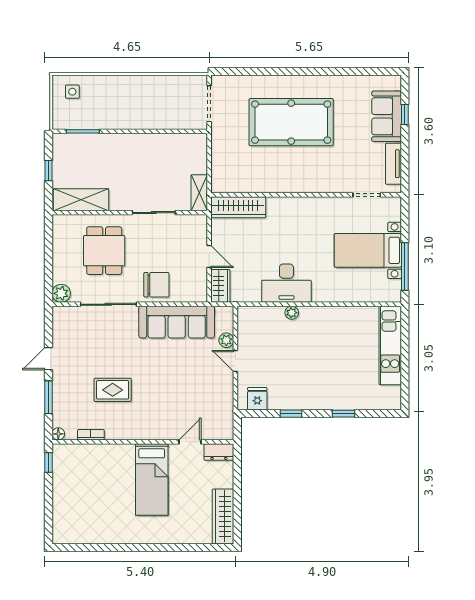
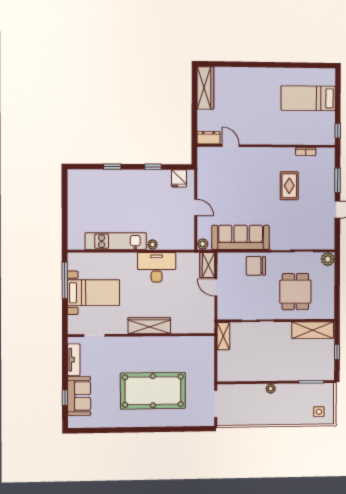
plant: (137, 123) -> (271, 389), added
wardrobe: (238, 207) -> (149, 326), moved
plant: (226, 340) -> (203, 244), moved
kitchen unit: (390, 345) -> (116, 241), moved, turned -90
rug: (113, 390) -> (289, 186), turned 90
floor lamp: (58, 434) -> (330, 152), removed
door: (190, 442) -> (231, 146), swing flipped
bed: (152, 479) -> (308, 98), moved, turned -90

